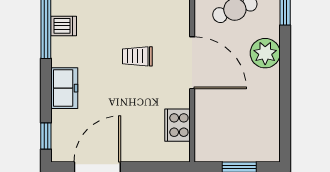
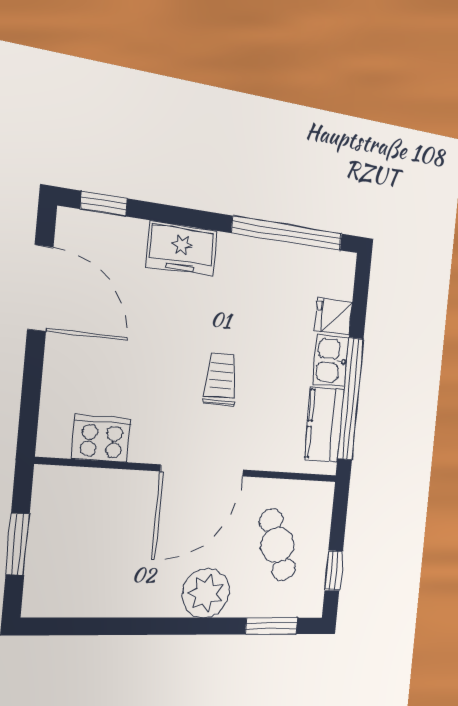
dishwasher: (64, 26) -> (279, 262), removed

